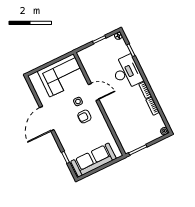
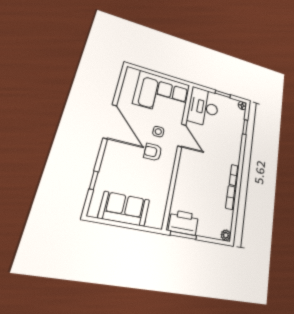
desk: (127, 72) -> (203, 107), moved, turned 180
door: (47, 119) -> (110, 121), swing flipped
printer: (133, 143) -> (183, 223), added
sofa: (94, 160) -> (124, 209), width x0.73

